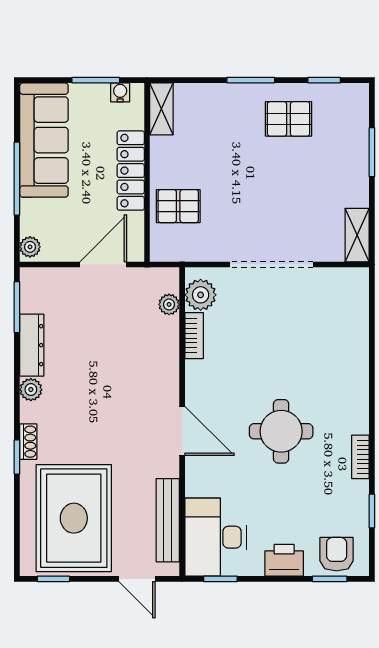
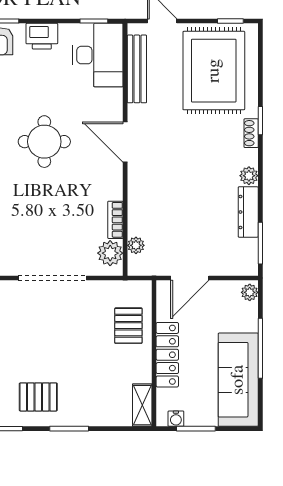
pallet: (178, 206) -> (128, 326), turned 90

